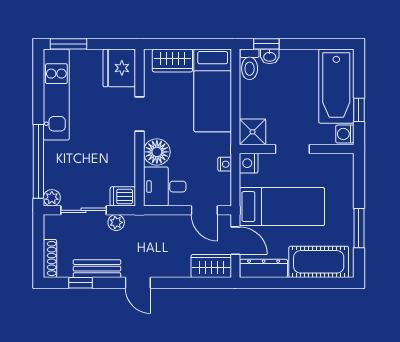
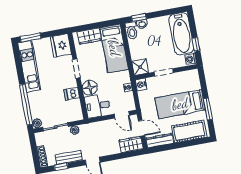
dishwasher: (123, 196) -> (72, 94), moved
bed: (282, 207) -> (180, 104), moved, turned 180

